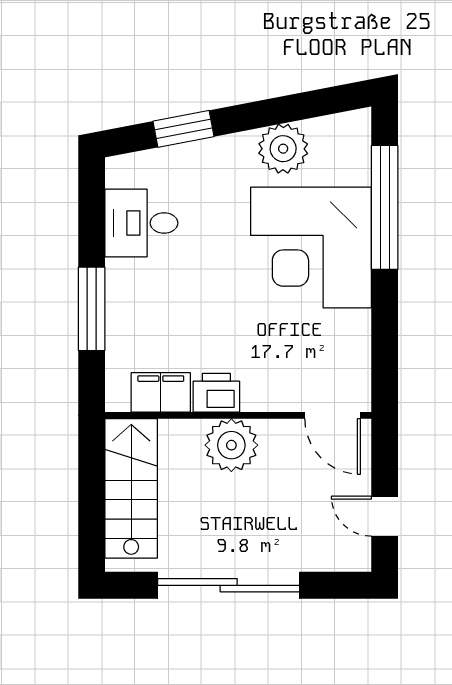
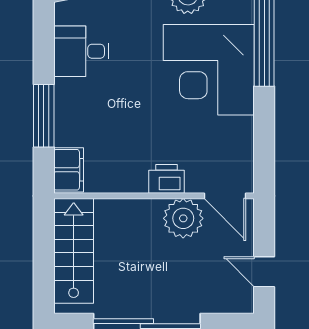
filing cabinet: (161, 392) -> (69, 170), moved, turned 90
printer: (216, 393) -> (167, 179), moved
plant: (231, 445) -> (183, 218), moved

